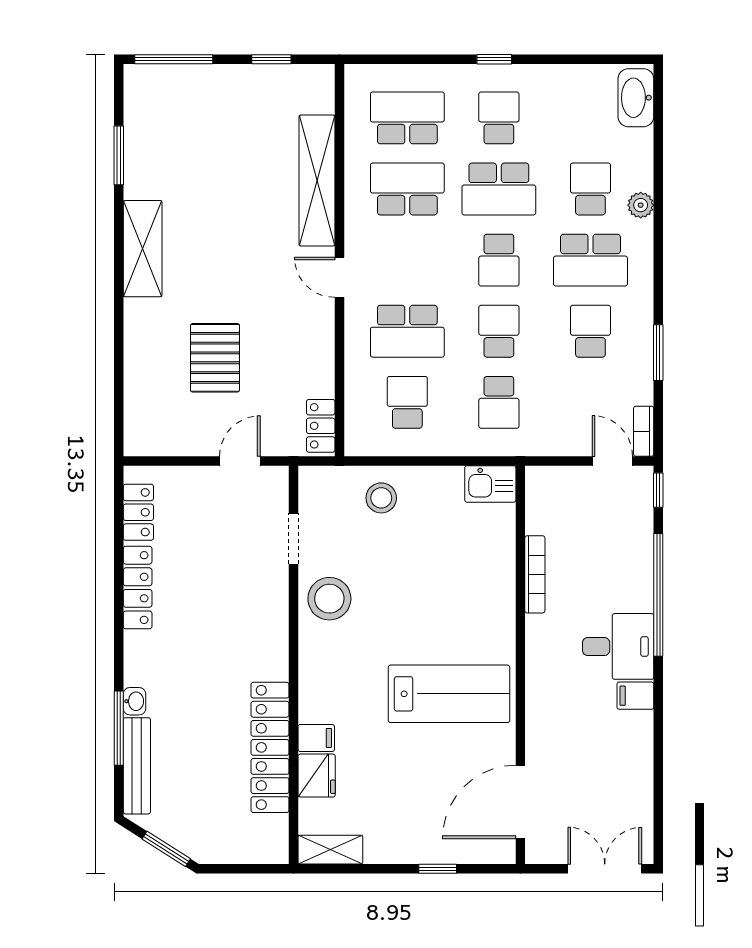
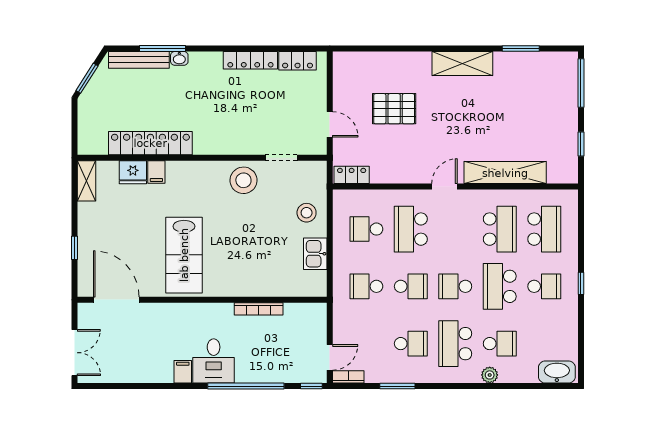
school desk: (407, 402) -> (366, 229), turned 180
kitchen sink: (490, 484) -> (315, 254), moved

